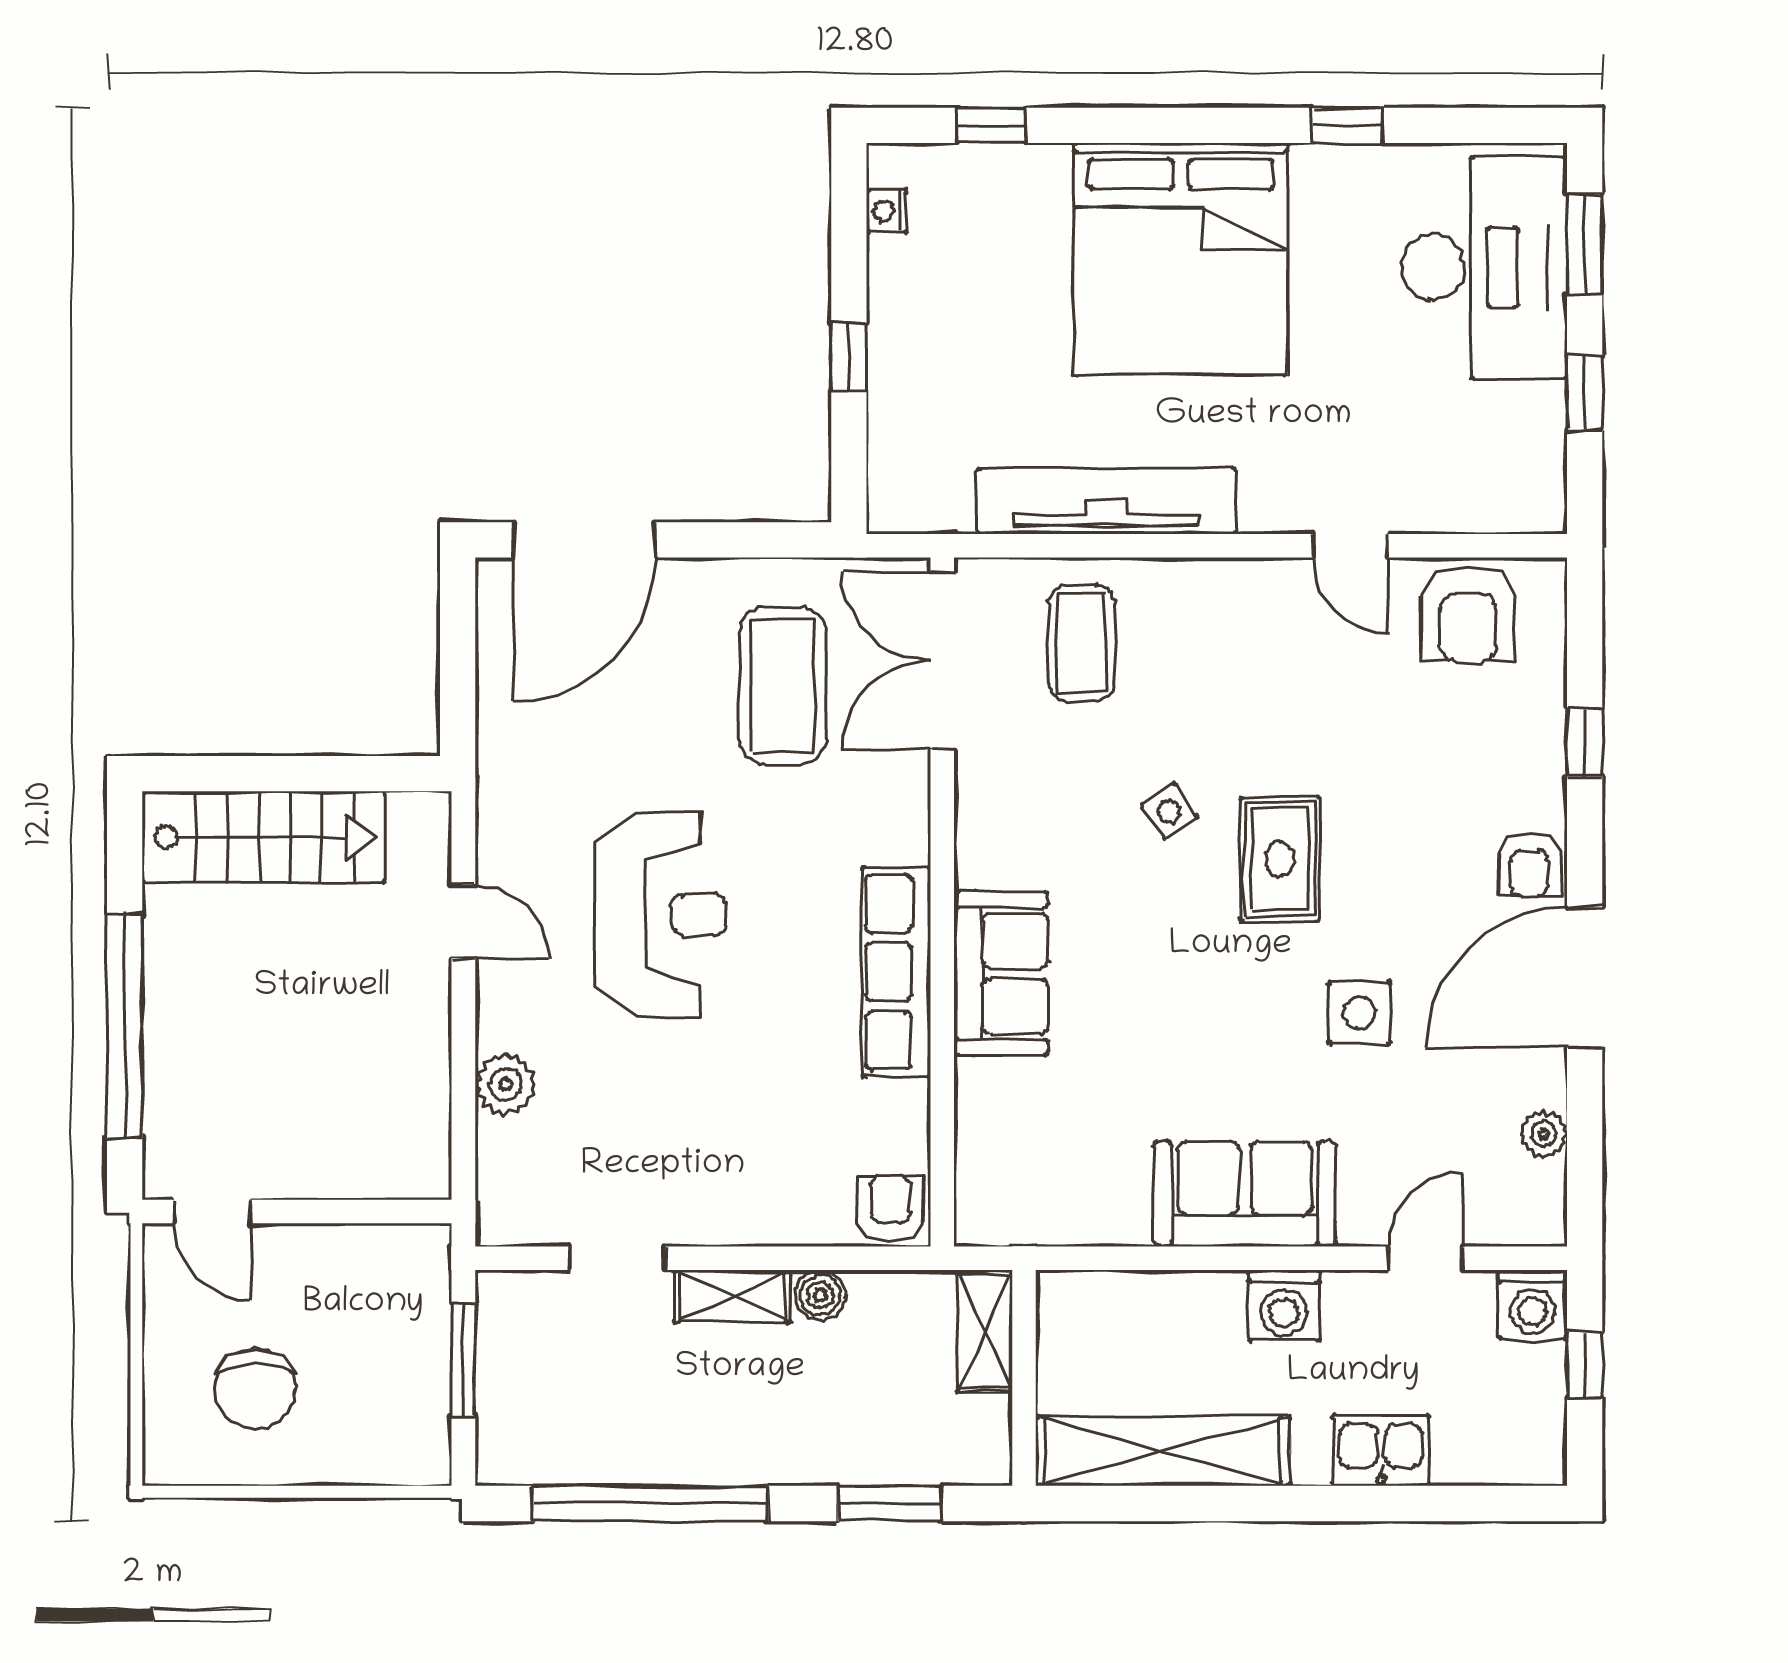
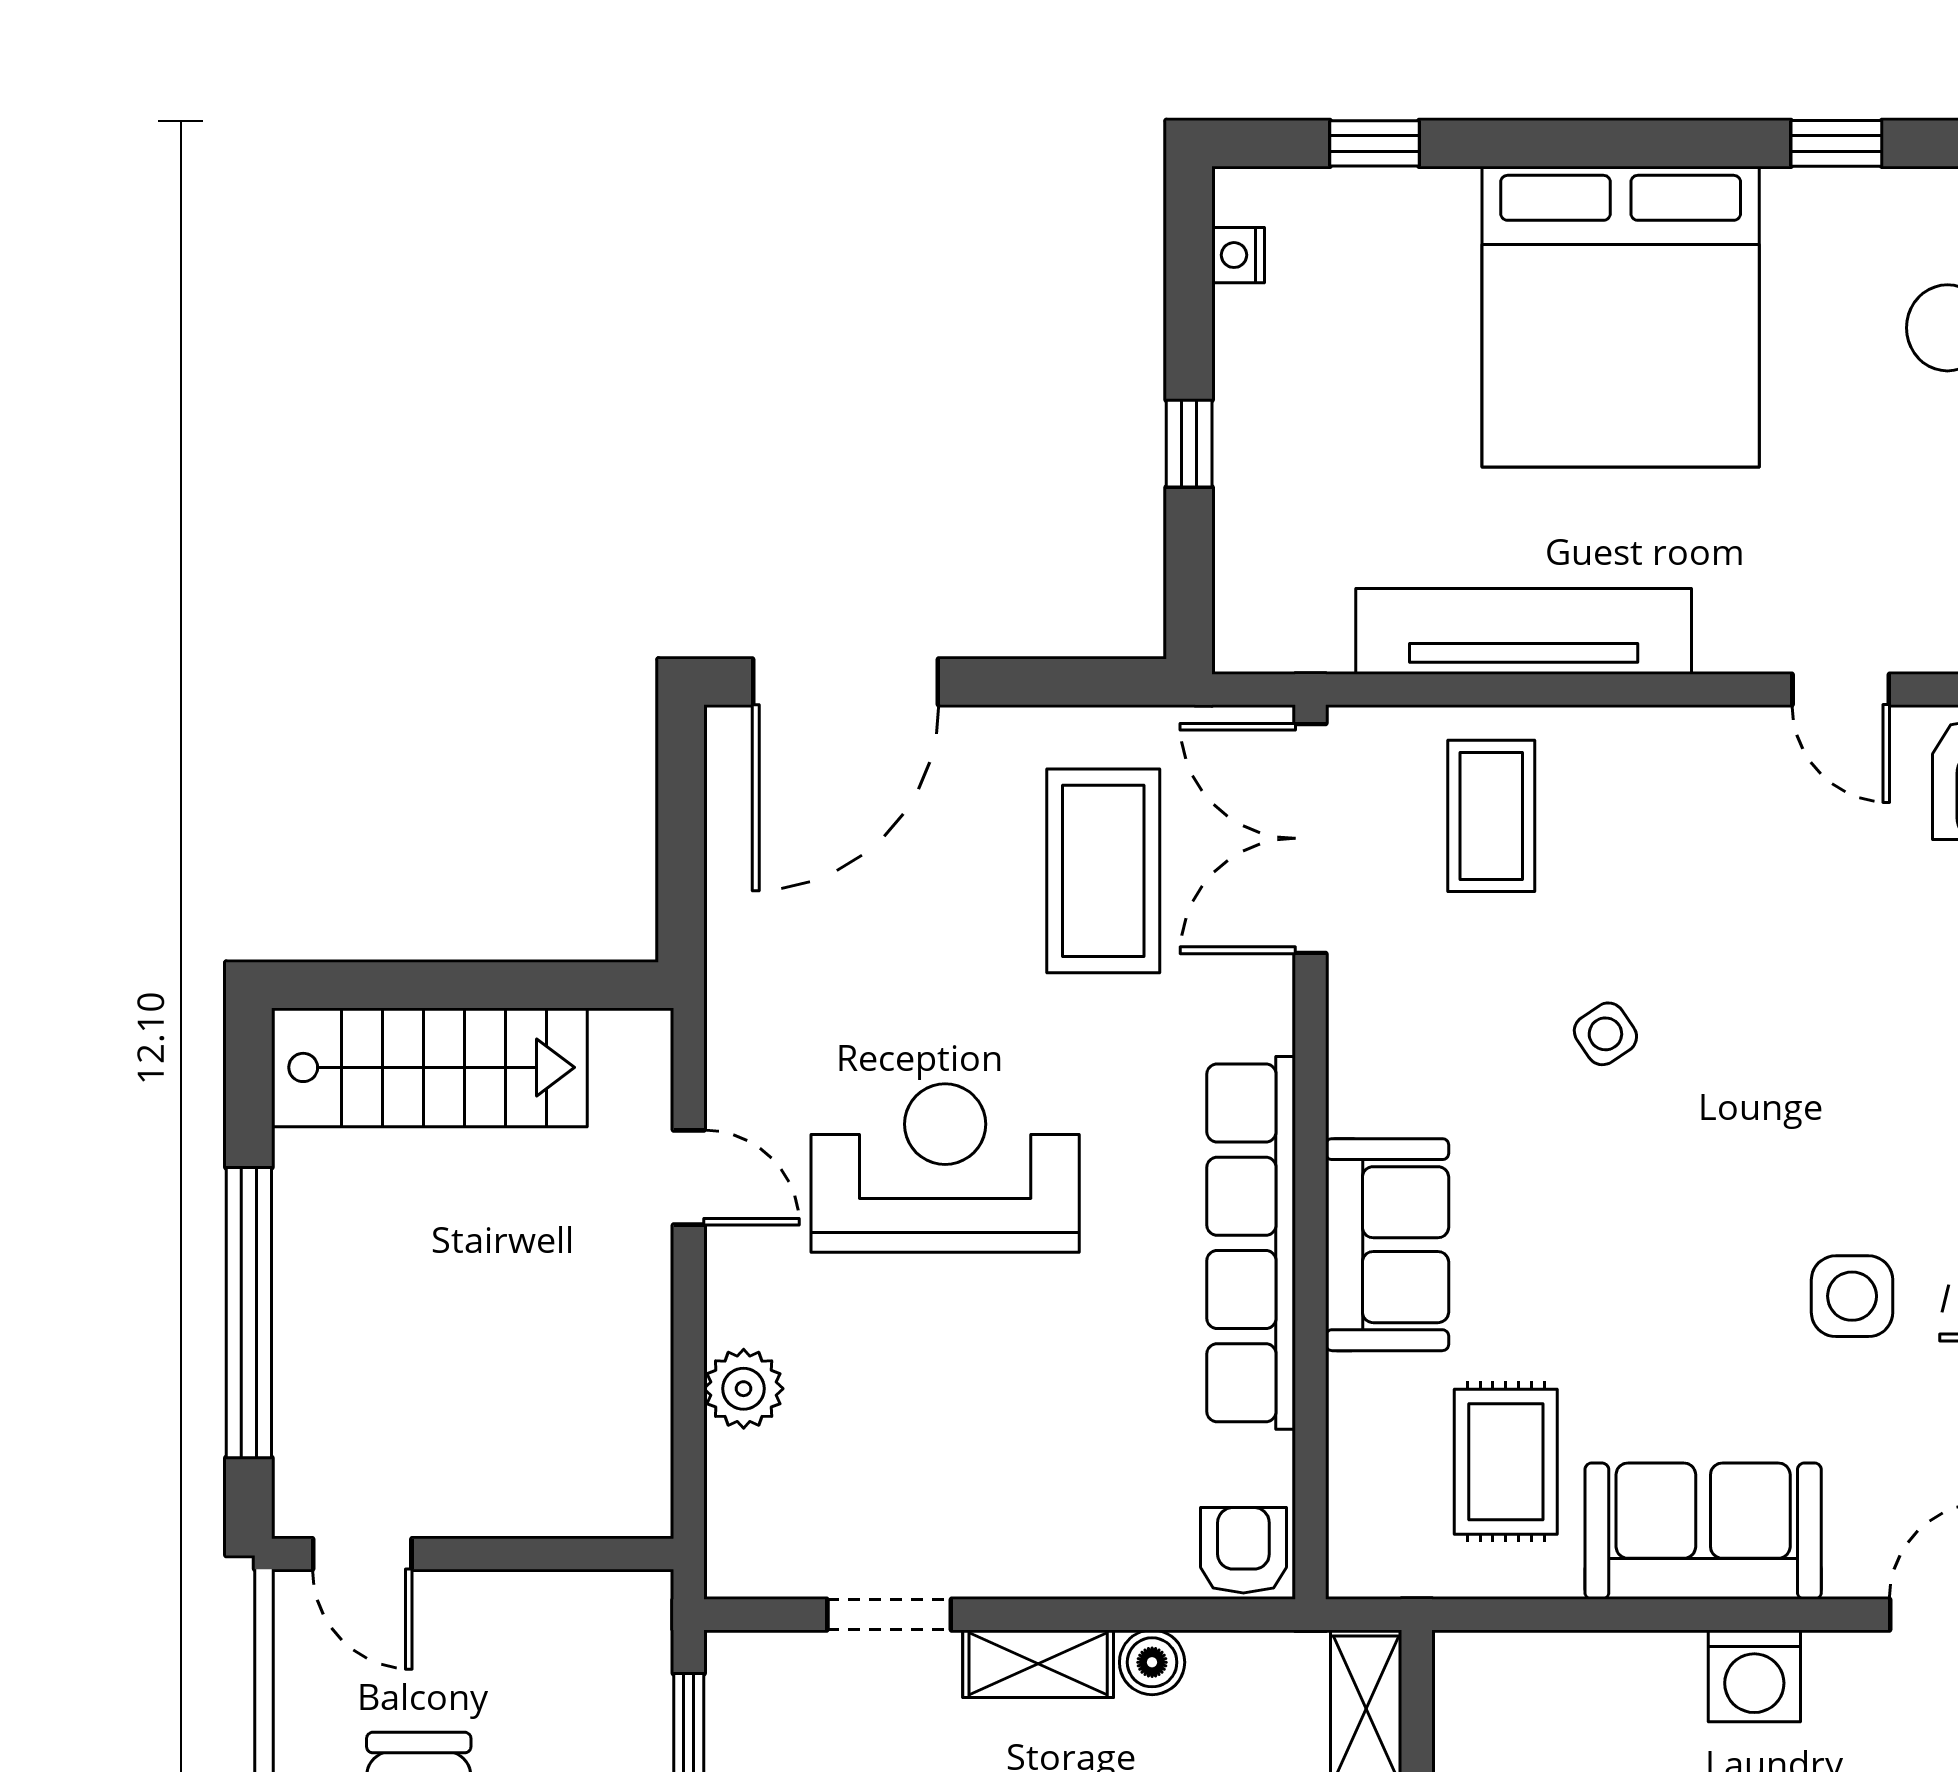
rug: (1280, 859) -> (1506, 1462), moved
reception desk: (661, 914) -> (945, 1168), turned -90
row of seats: (897, 972) -> (1251, 1243), width x1.36

